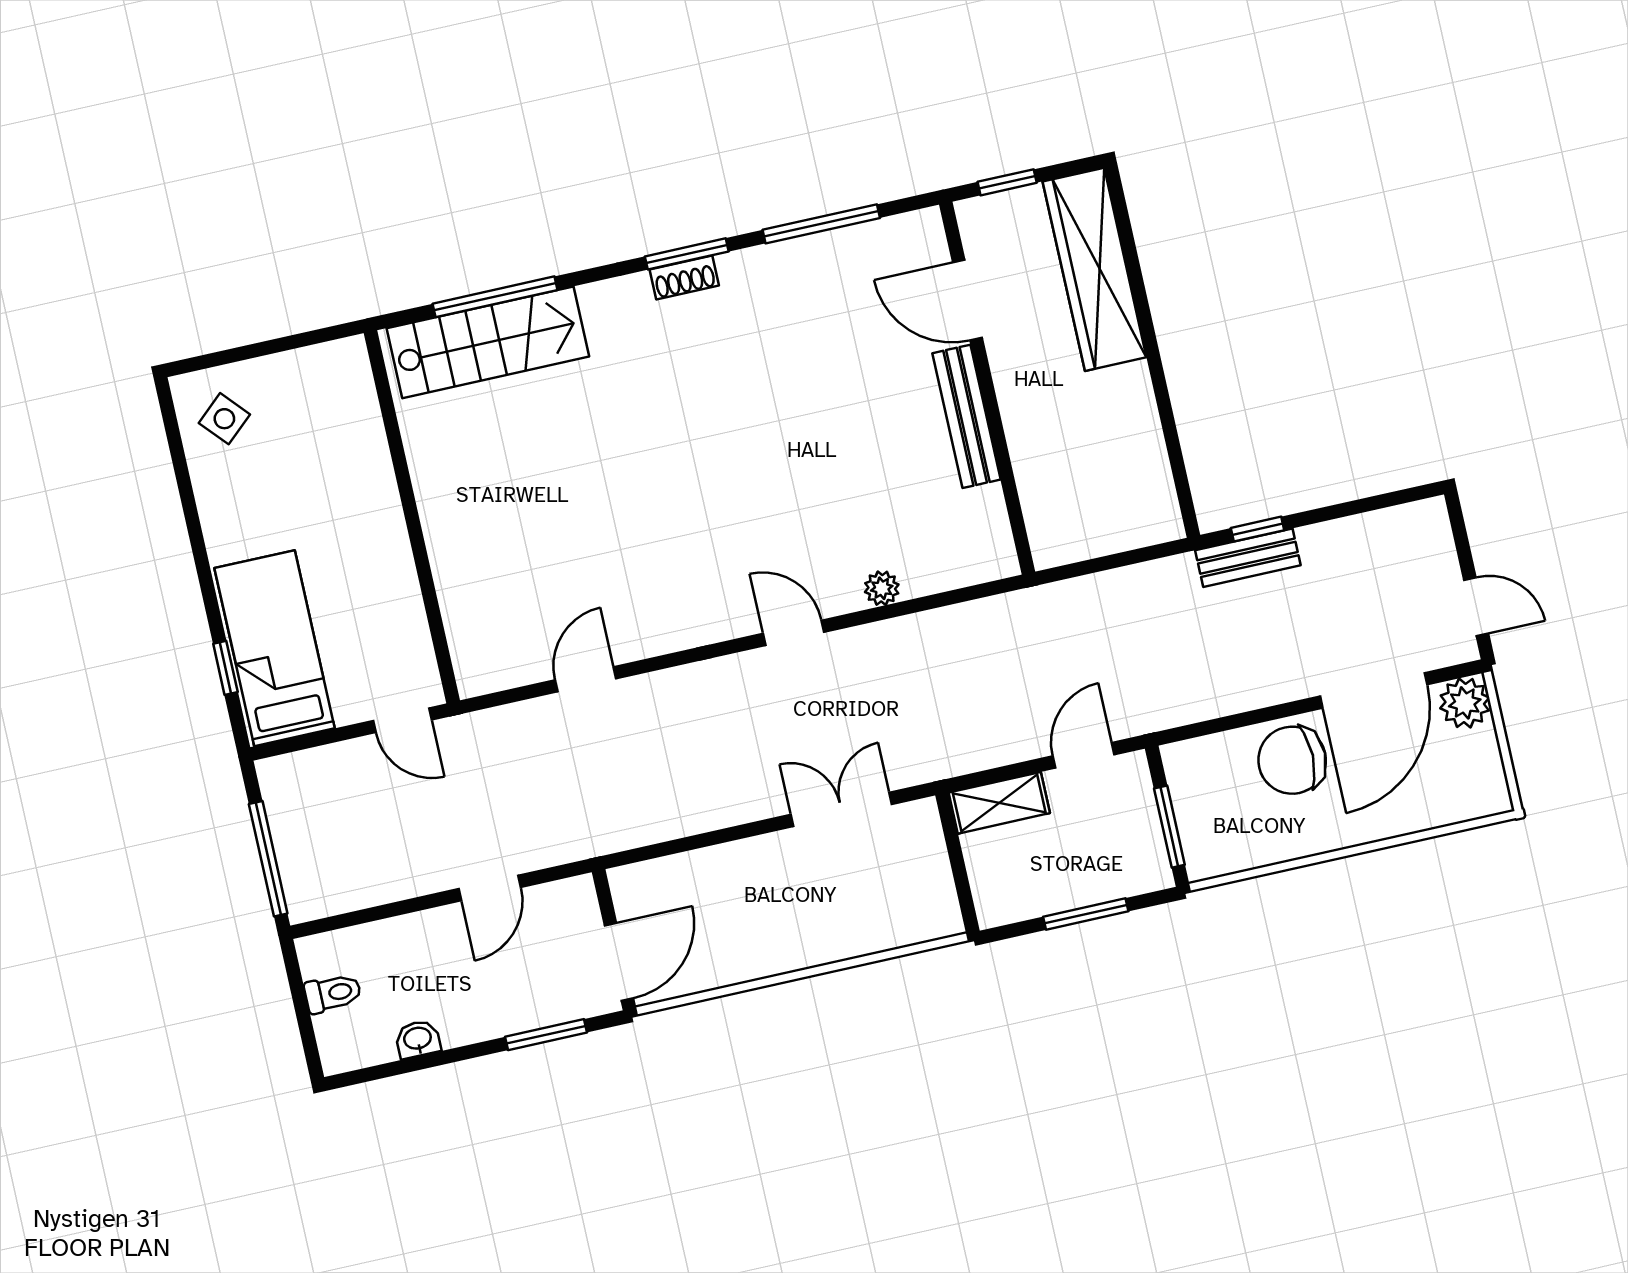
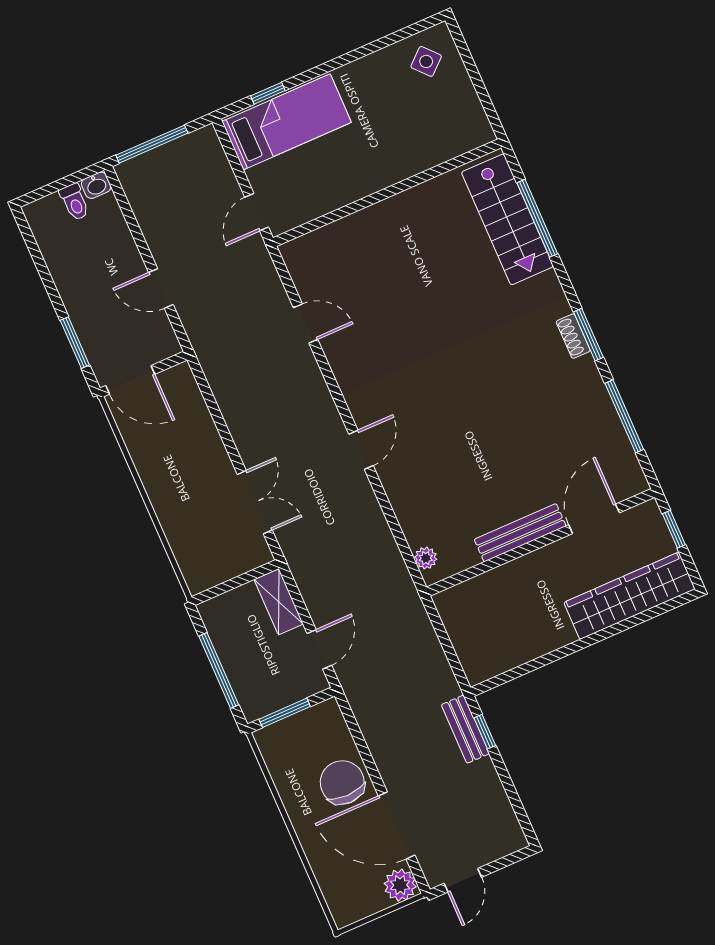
plant: (882, 588) -> (426, 558), moved
door: (1084, 755) -> (319, 649), hinge flipped
window: (1086, 914) -> (219, 671), width x1.44
washbasin: (418, 1039) -> (96, 185), moved, turned 90

